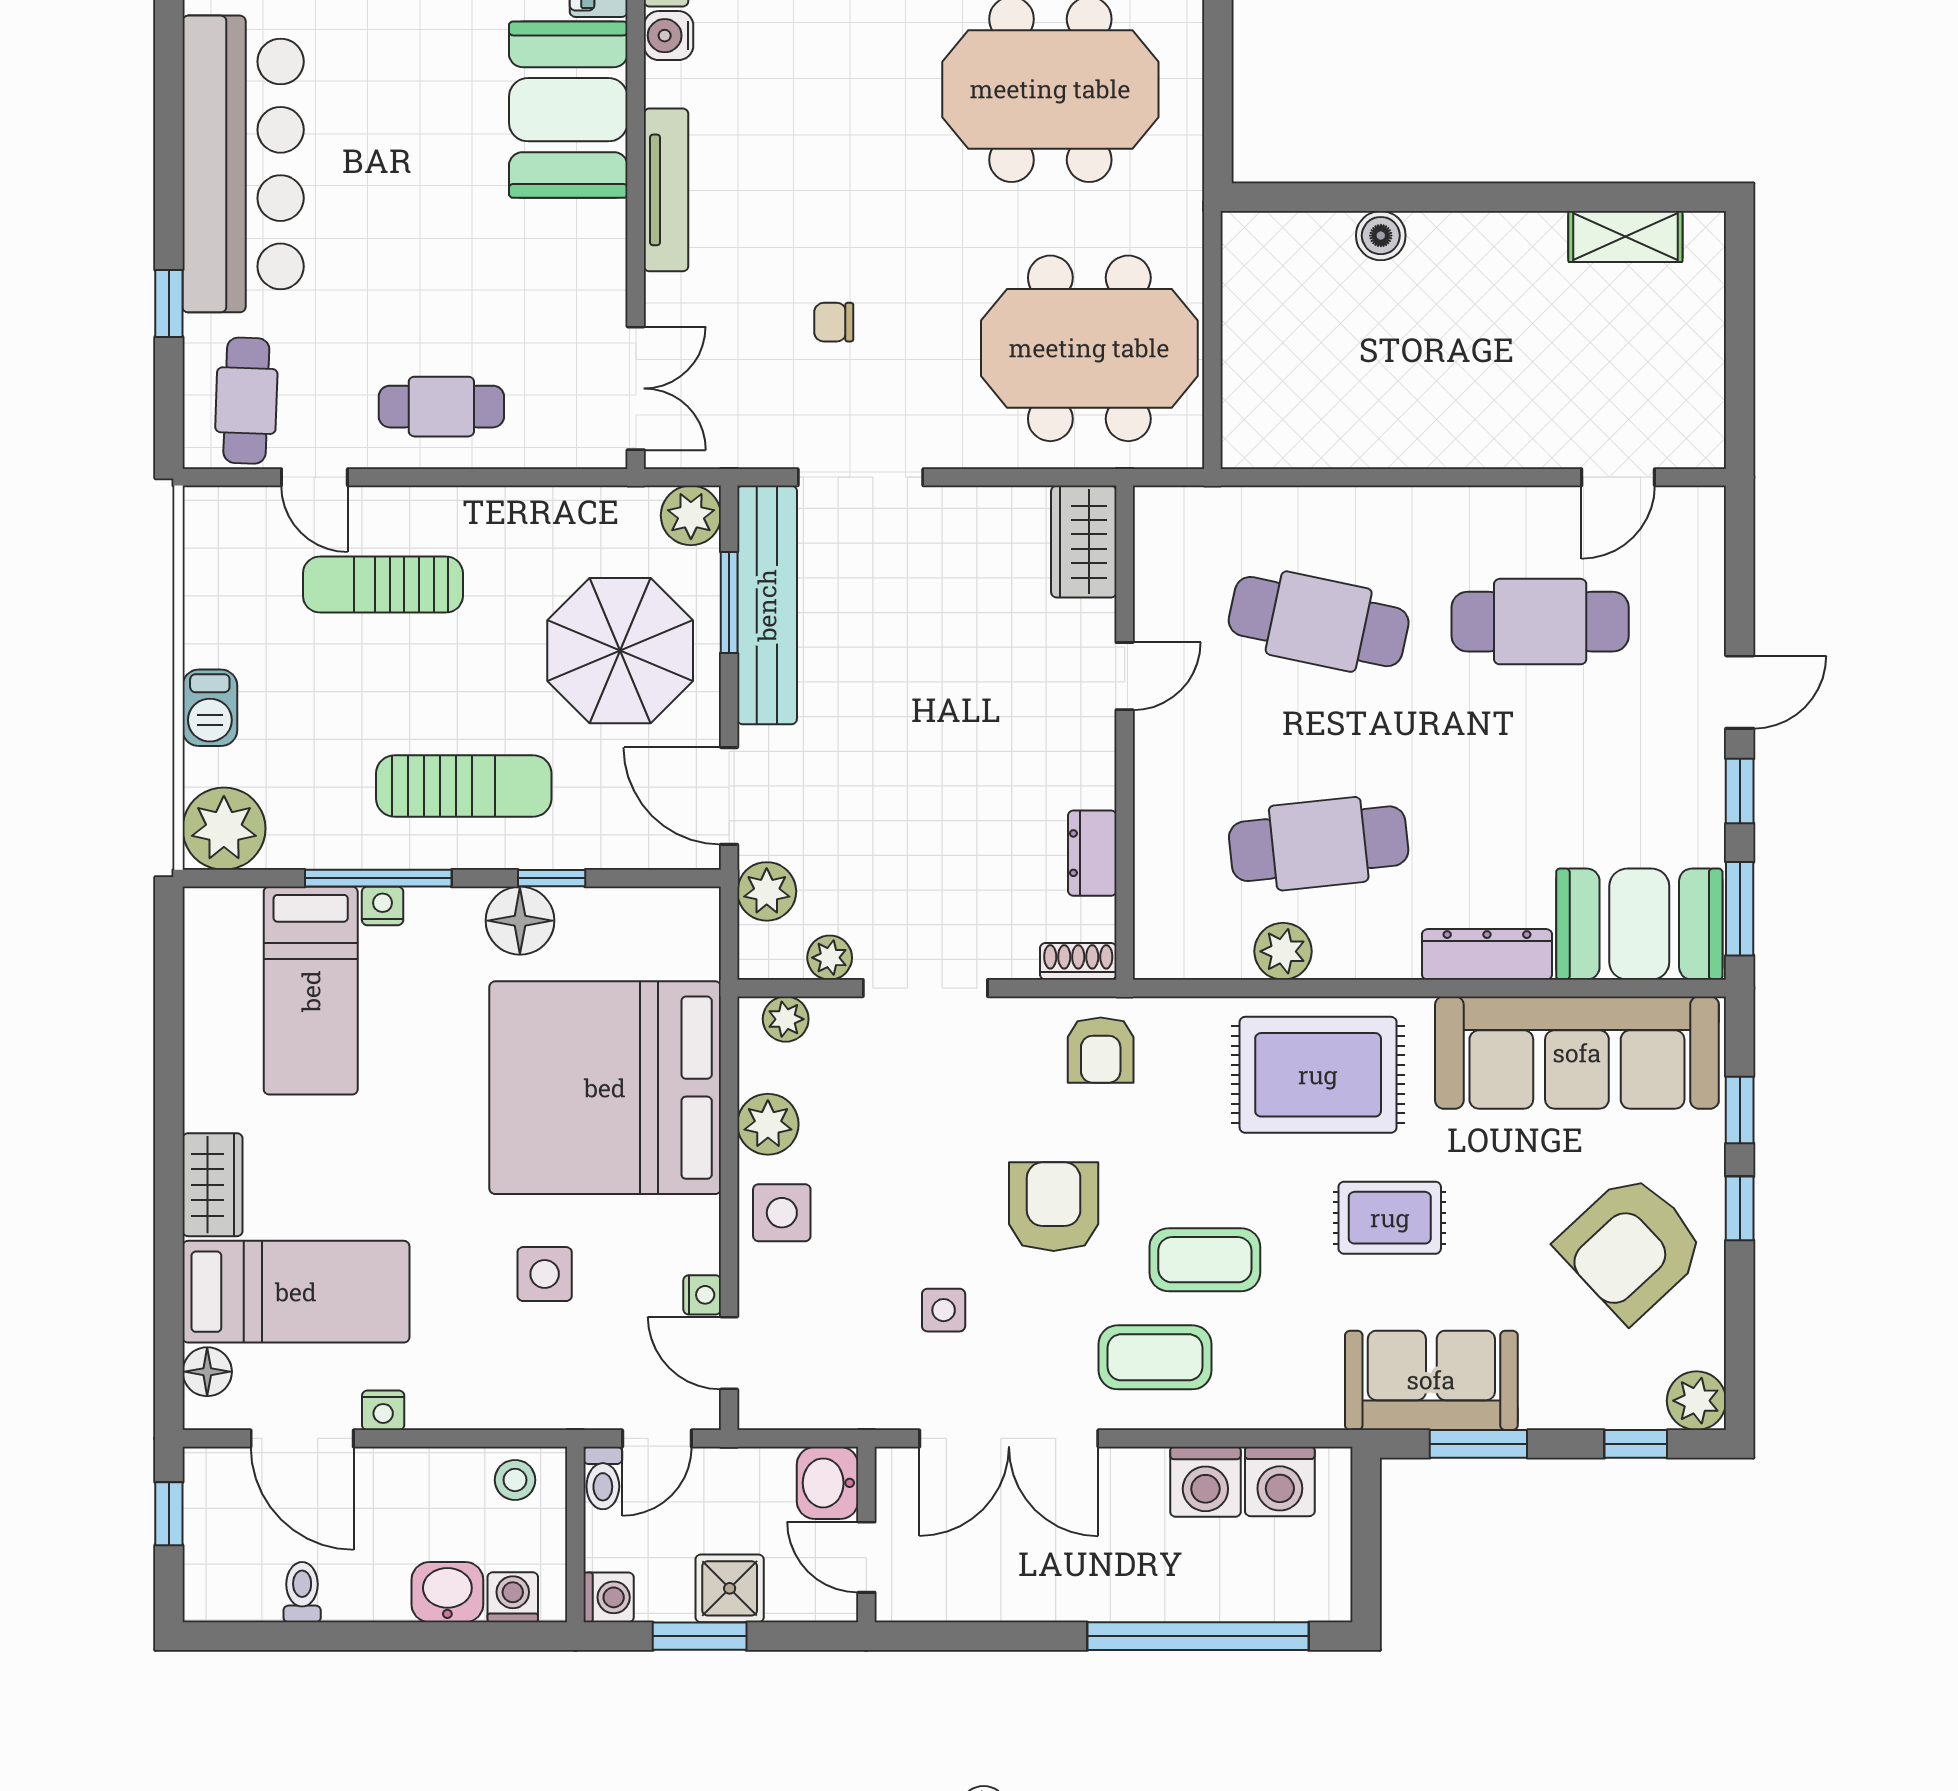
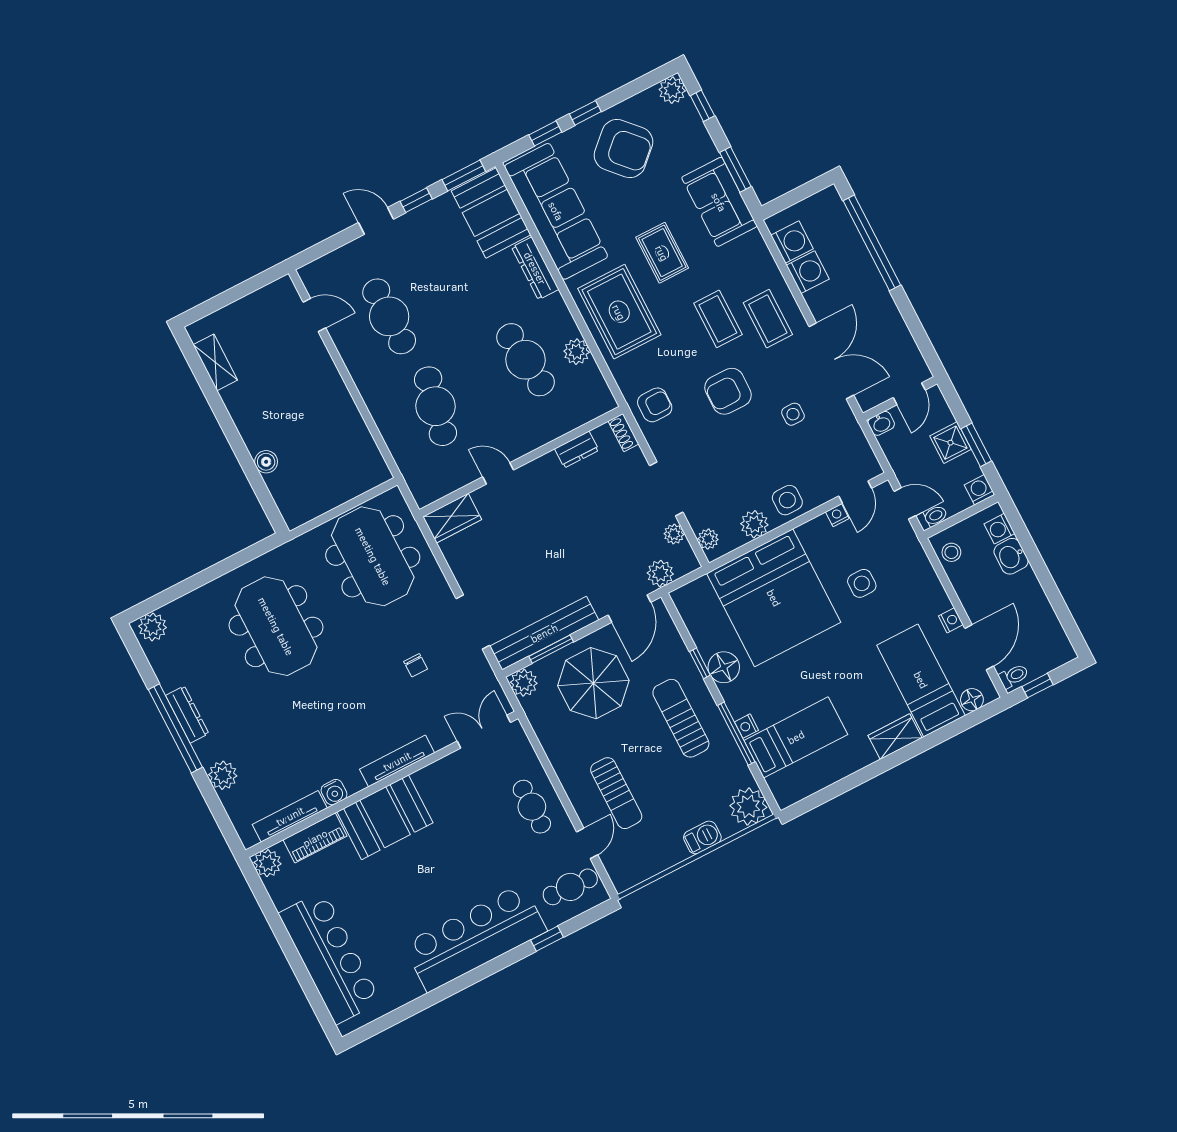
washbasin: (827, 1483) -> (881, 423), width x0.72, depth x0.69
toilet: (302, 1592) -> (1014, 676), moved, turned 180

